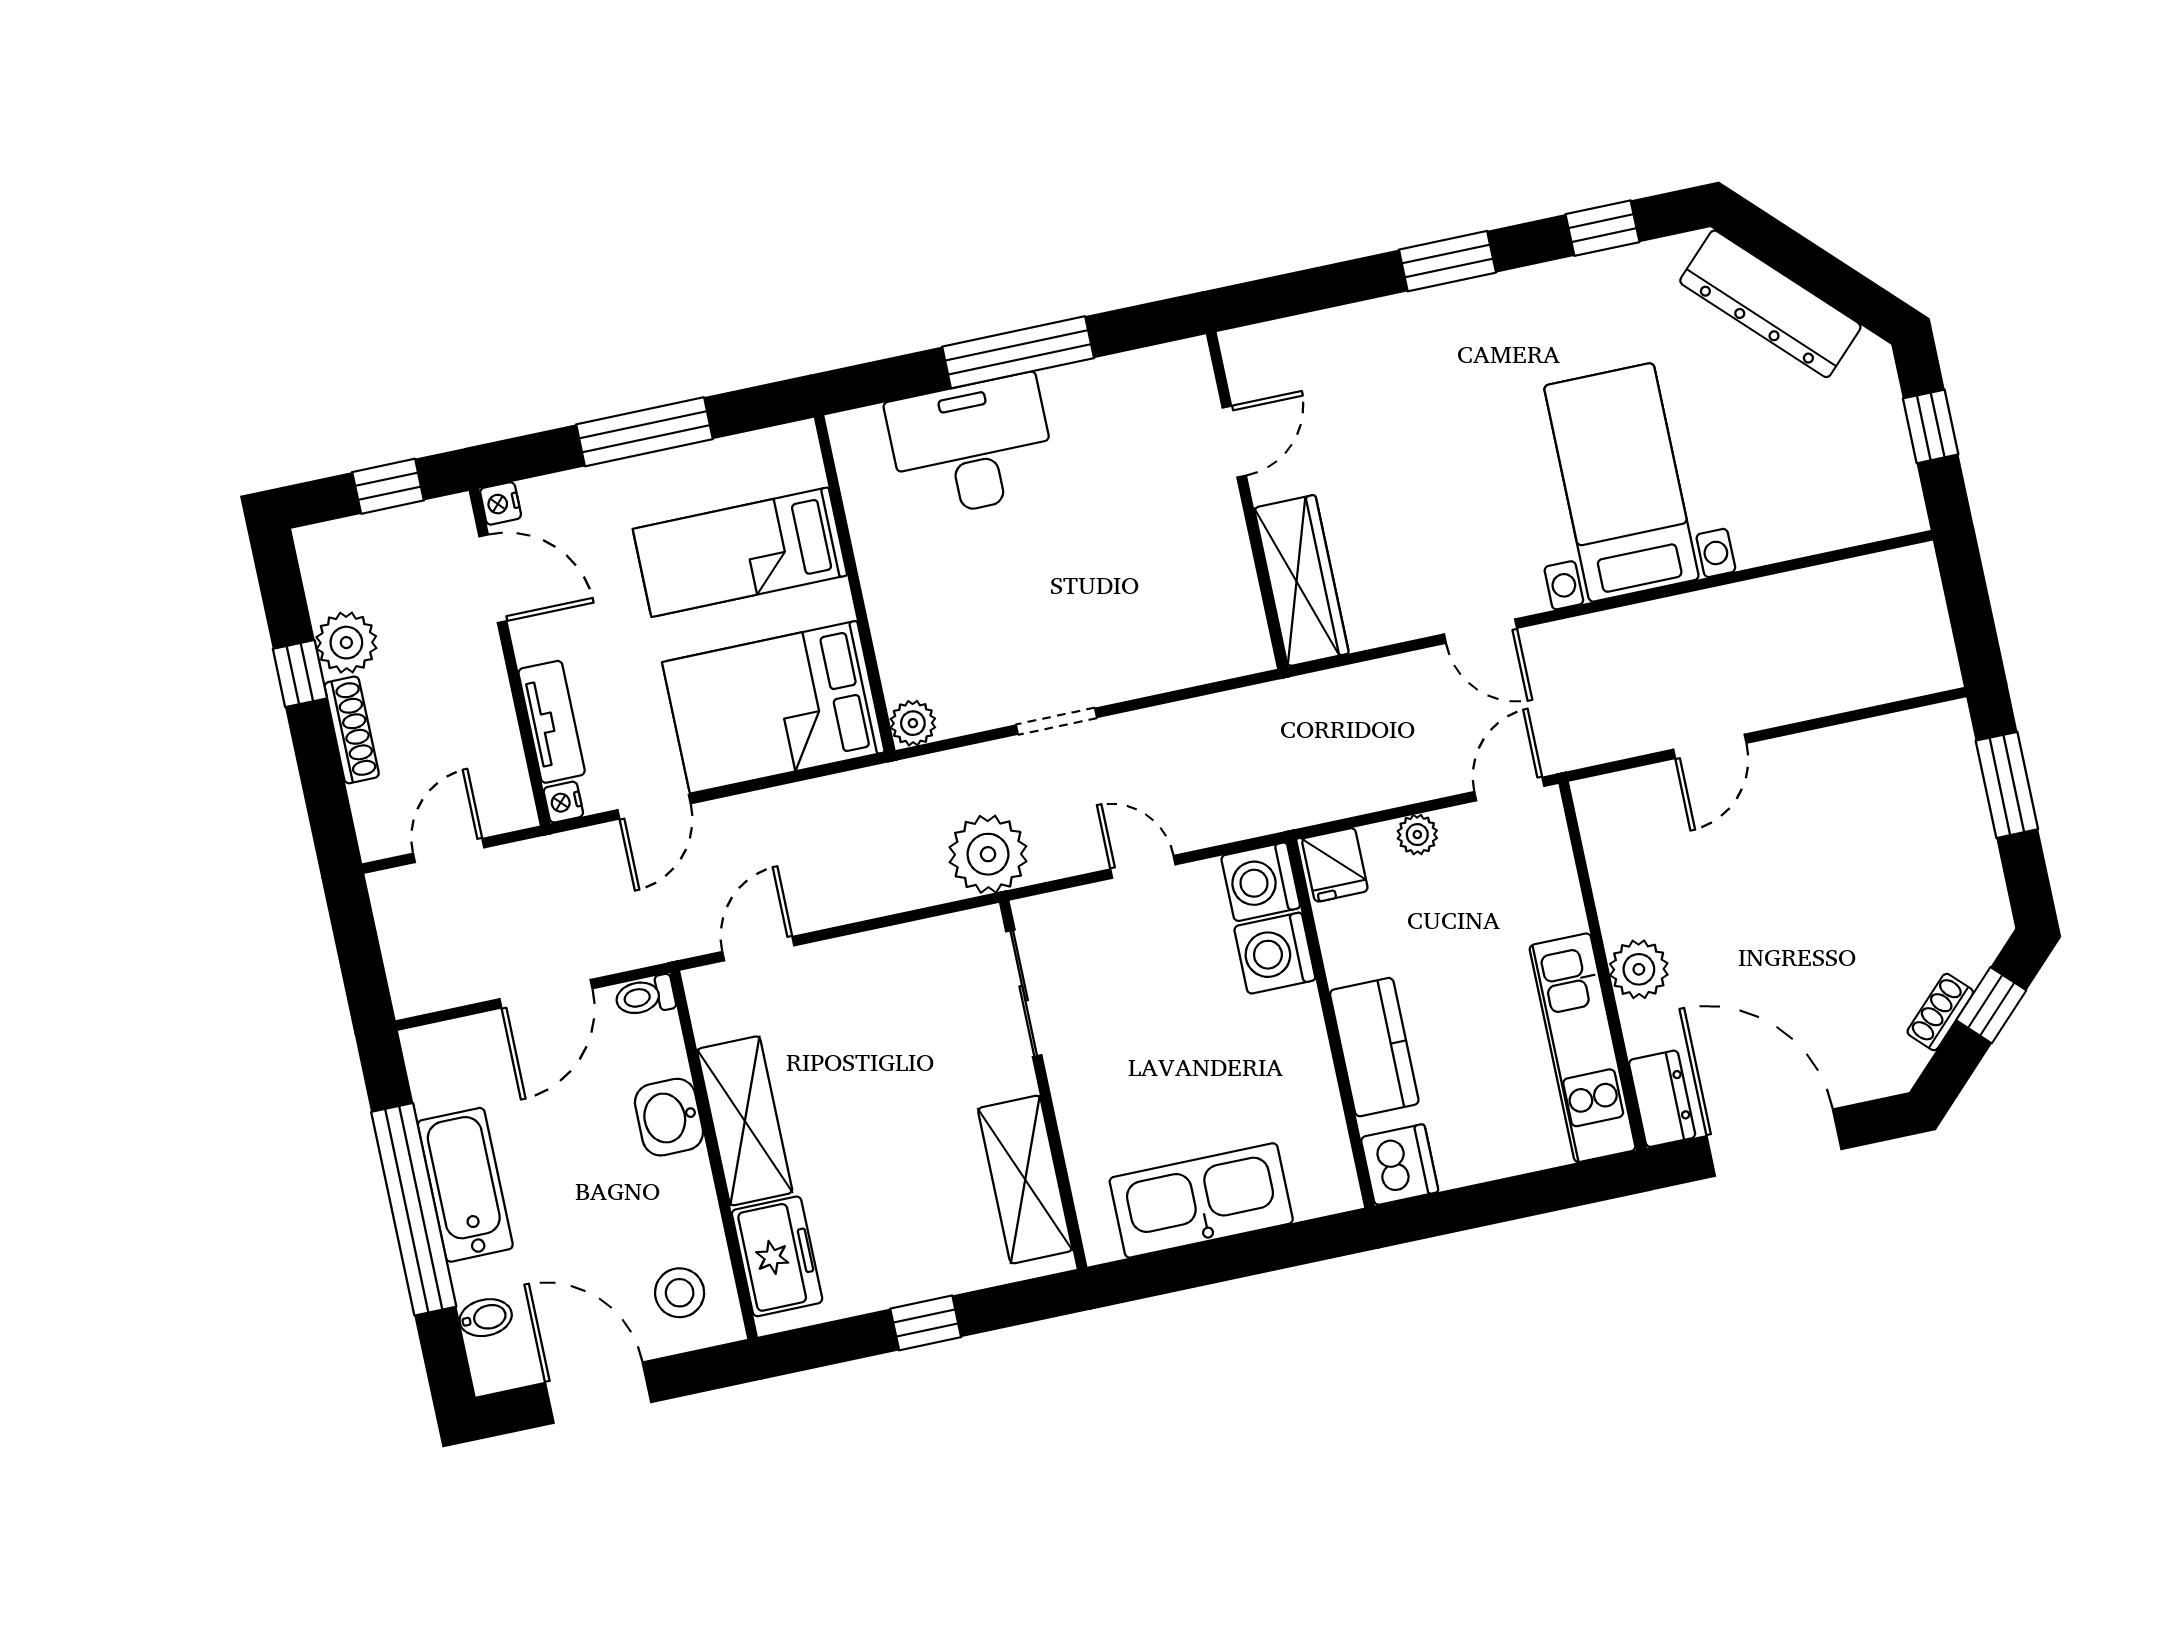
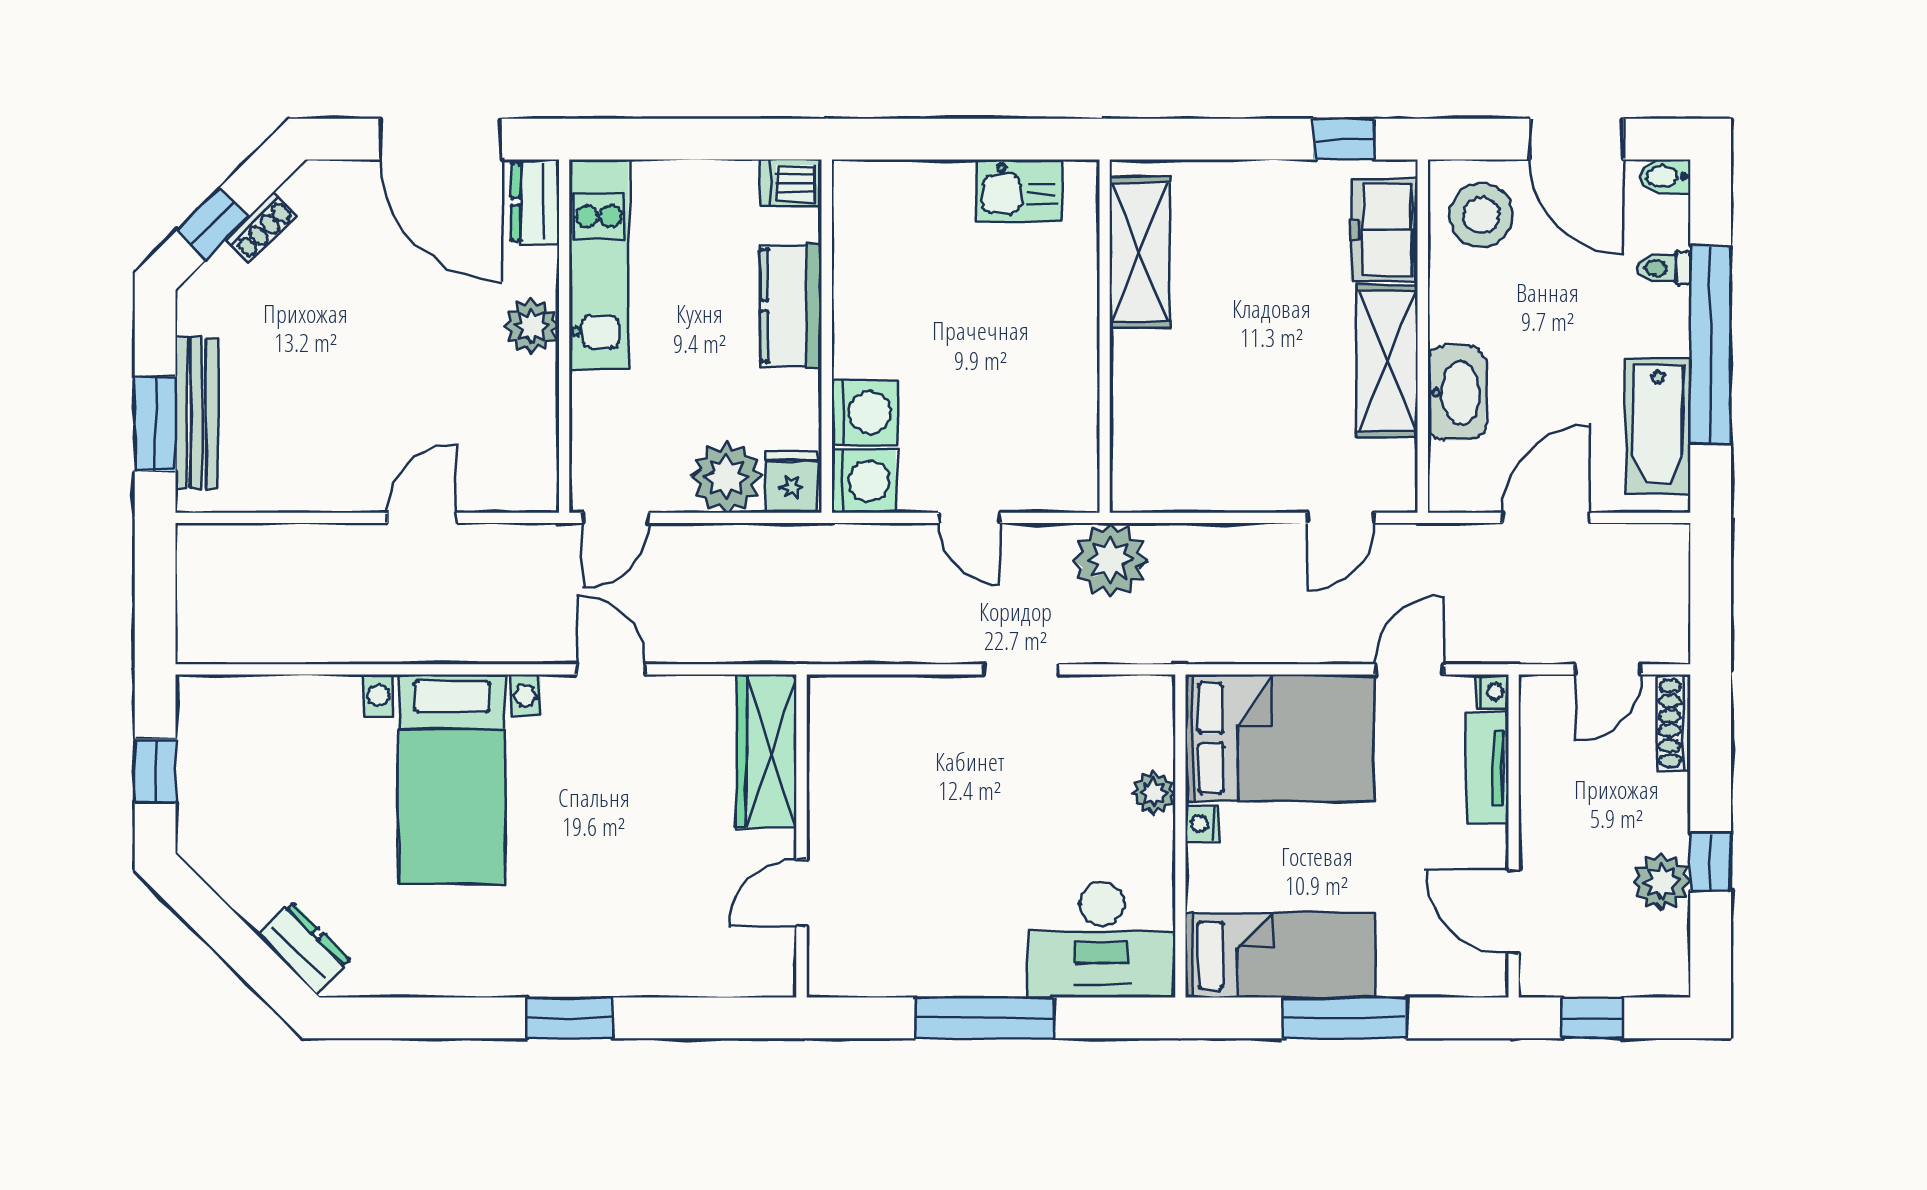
window: (1603, 228) -> (419, 1018), removed
dresser: (1770, 304) -> (304, 948), width x0.51, depth x0.80
desk: (971, 447) -> (1102, 940), moved
nightstand: (501, 503) -> (1202, 823), moved, turned 180
bed: (740, 552) -> (1280, 955), moved
plant: (913, 723) -> (1154, 793), moved
shoe rack: (352, 730) -> (1674, 723), moved
bench: (1966, 805) -> (197, 413), added
plant: (1417, 835) -> (726, 477), width x1.87, depth x1.87
sliding door: (1024, 993) -> (1105, 425), removed
toilet: (645, 996) -> (1663, 268), moved, turned 180
washbasin: (669, 1117) -> (1457, 393), width x1.38
dishwasher: (1400, 1165) -> (791, 183), width x0.73
bathtub: (465, 1185) -> (1658, 426), moved
kitchen sink: (1201, 1200) -> (1019, 191), width x0.53, depth x0.81
stool: (680, 1293) -> (1481, 215), width x1.38, depth x1.38
bidet: (486, 1318) -> (1665, 176), moved
window: (926, 1323) -> (1344, 139), moved

